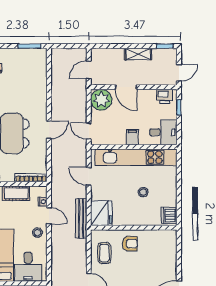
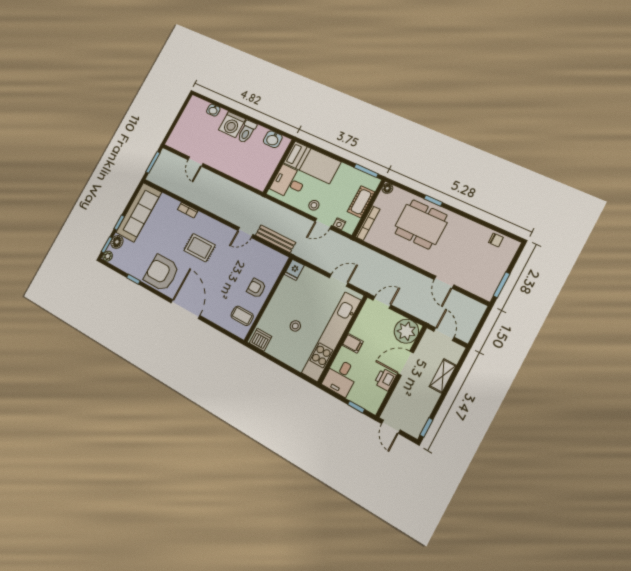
shelving: (138, 54) -> (443, 376), moved
printer: (165, 96) -> (385, 379), moved
door: (49, 130) -> (444, 282), moved
fridge: (101, 213) -> (294, 270), width x0.53, depth x0.75
bench: (81, 218) -> (275, 239), moved
armchair: (130, 244) -> (256, 288), turned 90
coffee table: (104, 253) -> (242, 316), moved

